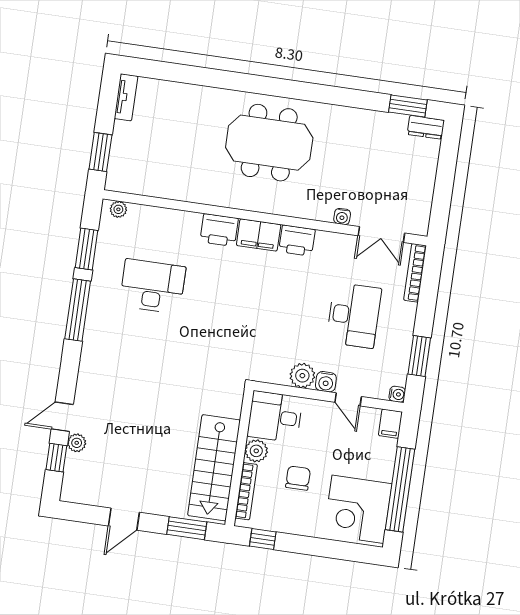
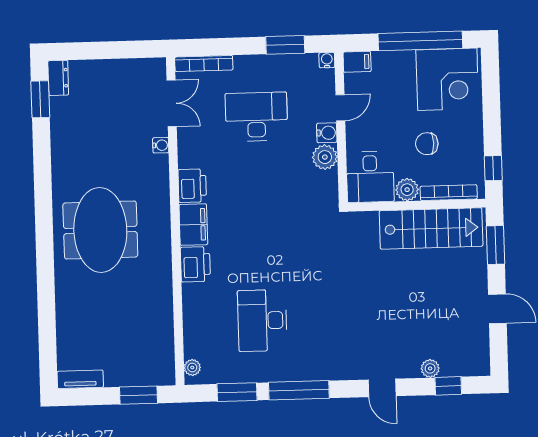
door: (62, 417) -> (382, 388), moved

